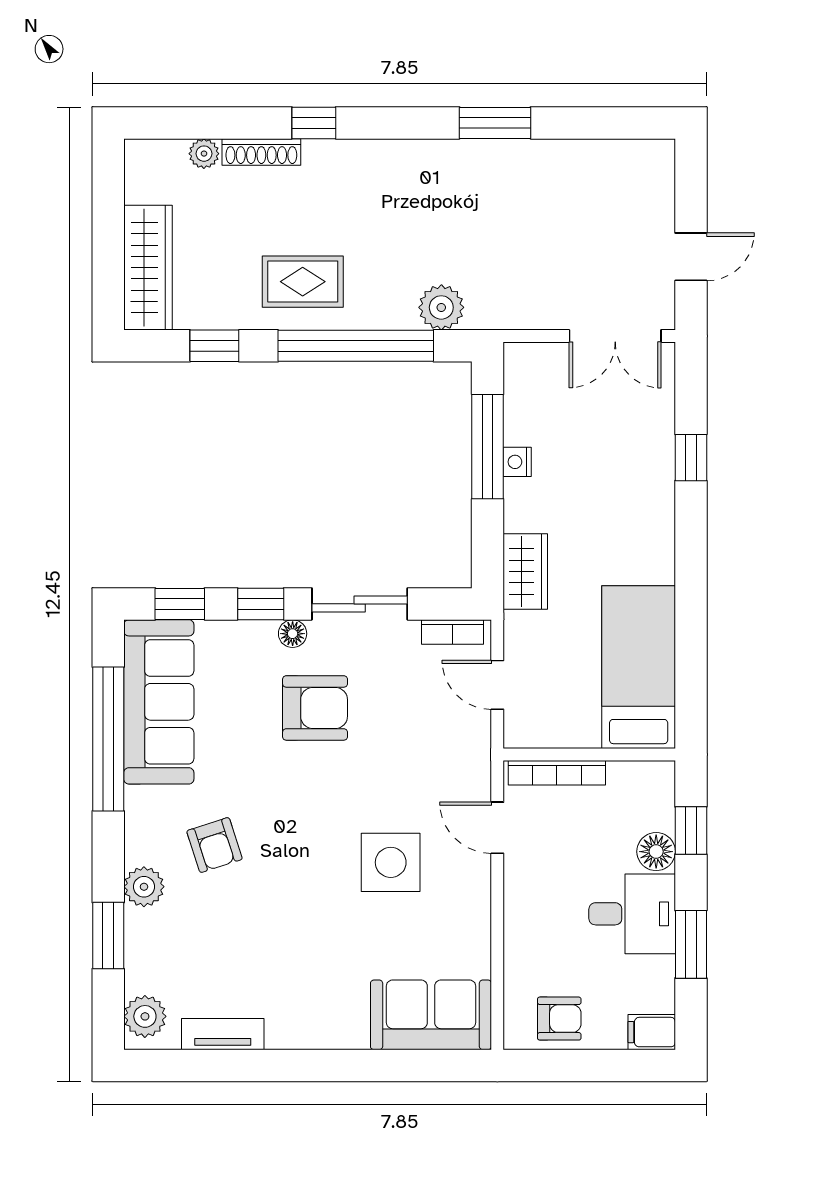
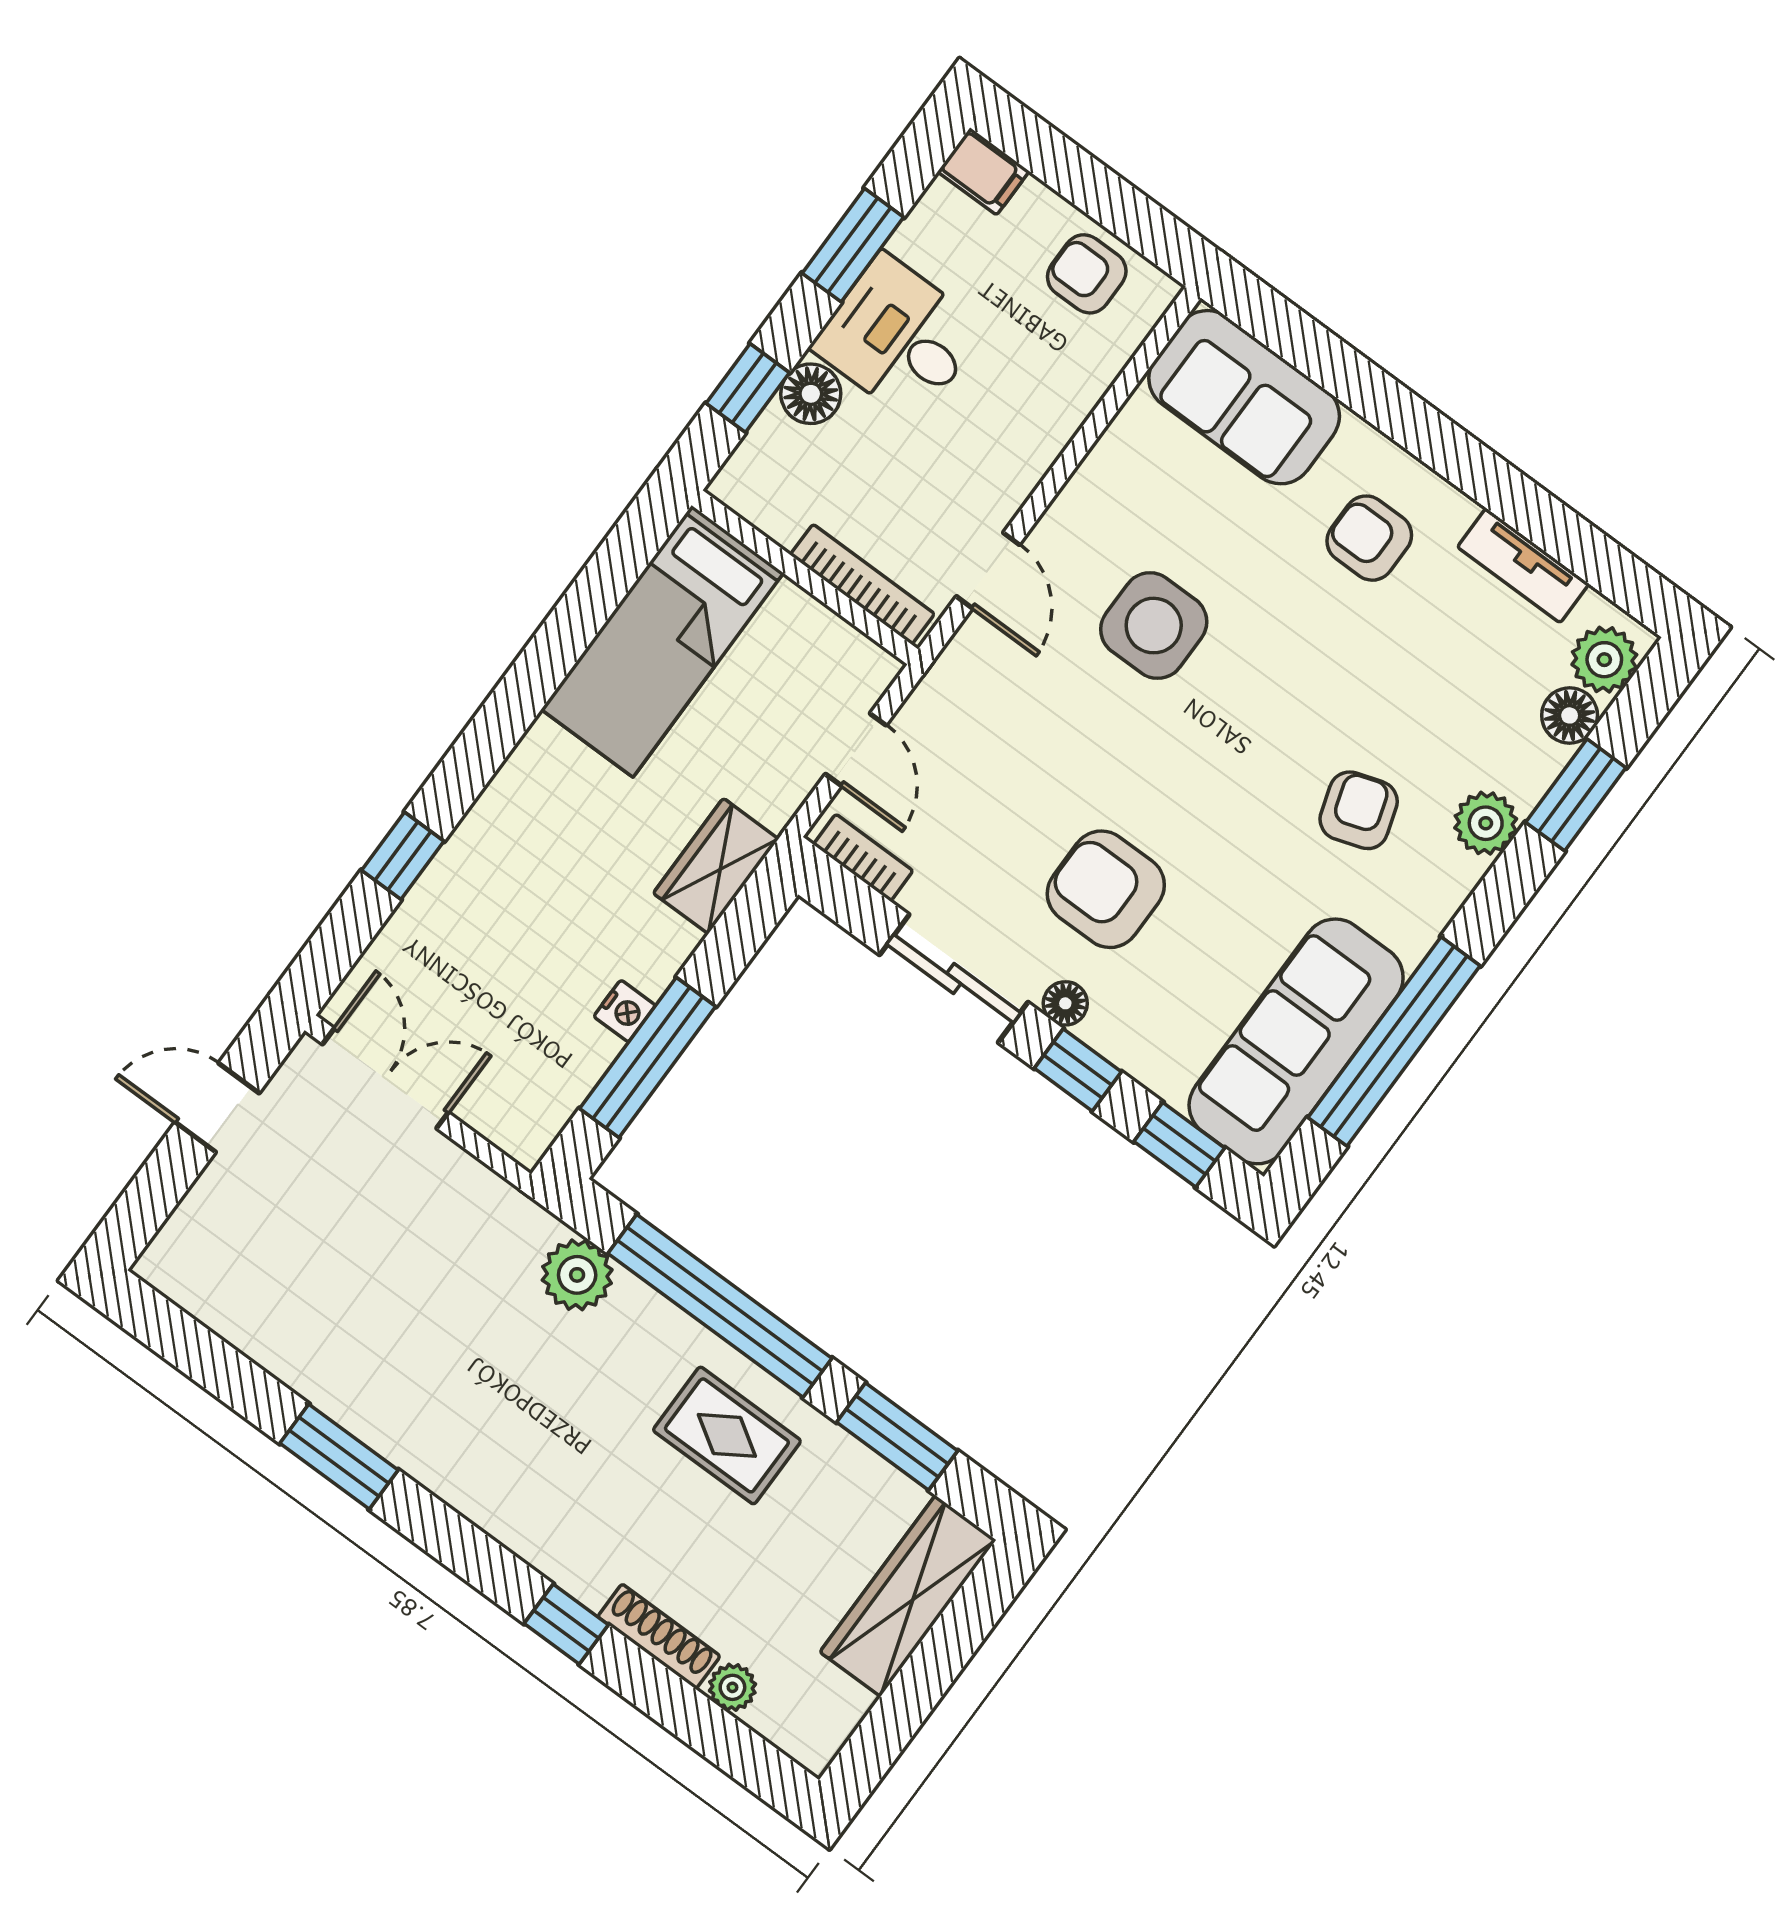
window: (214, 346) -> (897, 1436), width x1.50
floor lamp: (142, 974) -> (1570, 715), added
armchair: (313, 990) -> (1369, 538), added

